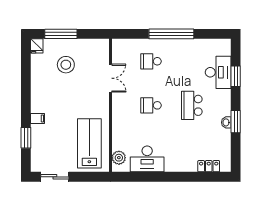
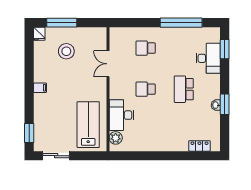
window: (171, 34) -> (181, 23), moved
window: (236, 76) -> (225, 49), moved
double door: (111, 78) -> (108, 64), swing flipped
filing cabinet: (38, 118) -> (40, 88), moved
window: (26, 138) -> (29, 133), moved
desk: (147, 159) -> (121, 115), moved, turned 90

